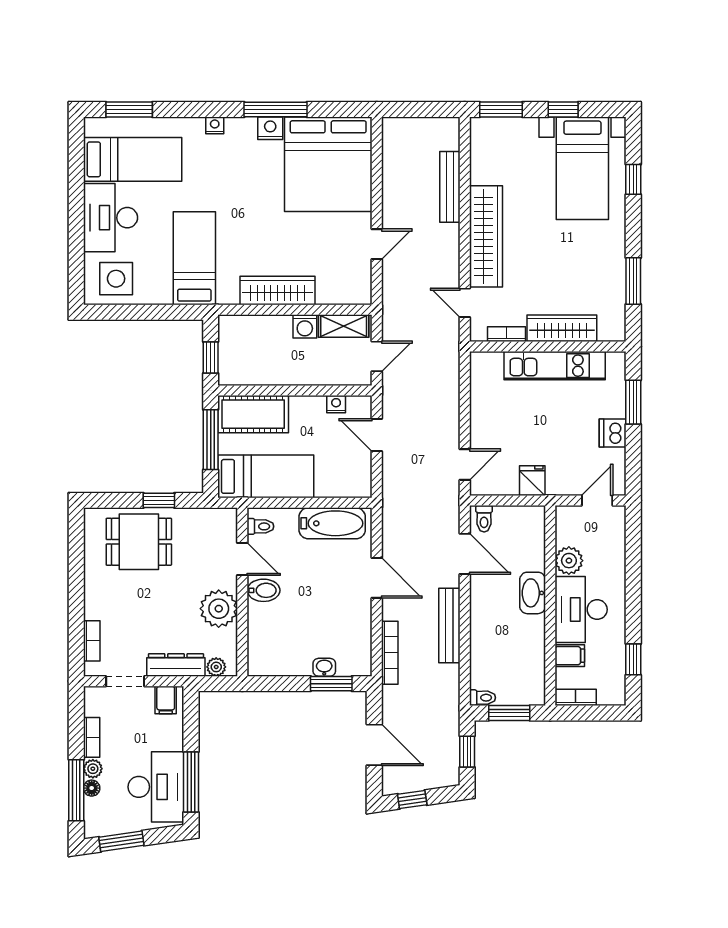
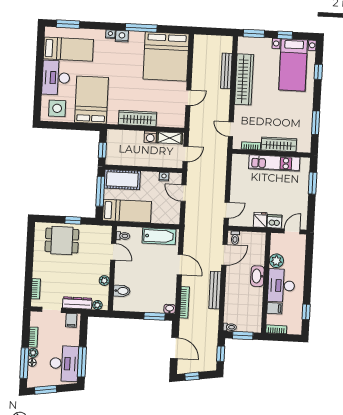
nightstand: (270, 128) -> (122, 36), moved
wardrobe: (486, 236) -> (244, 79), moved
bed: (194, 258) -> (92, 100), width x1.50
dishwasher: (613, 433) -> (274, 221), moved, turned 90
door: (465, 554) -> (224, 255), hinge flipped
bidet: (264, 590) -> (122, 291), moved
plant: (219, 609) -> (104, 281), width x0.53, depth x0.53
washbasin: (324, 667) -> (170, 309), moved

